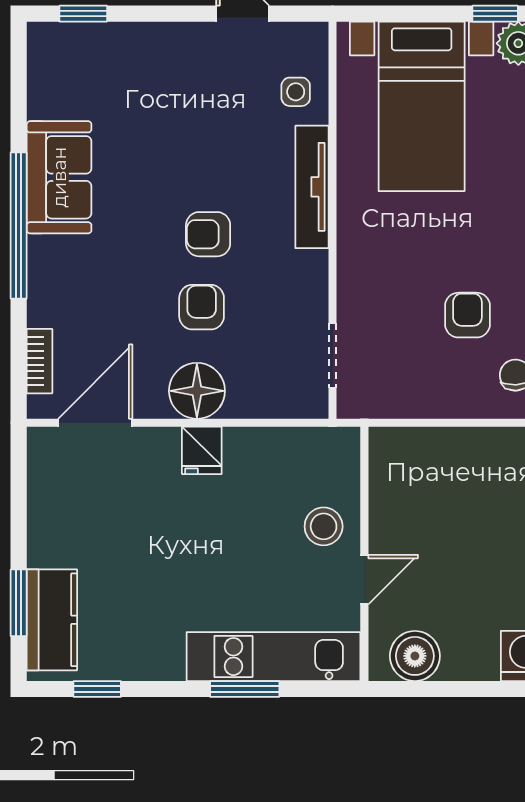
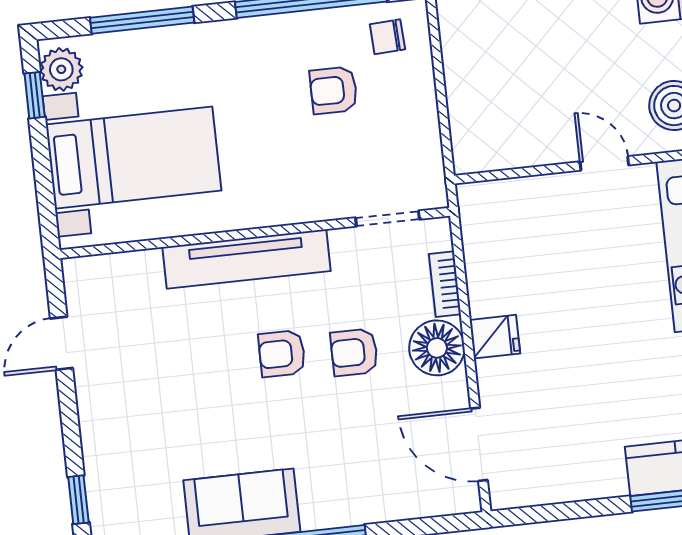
side table: (296, 92) -> (133, 283), removed
tv unit: (312, 187) -> (247, 259), width x1.36, depth x1.29
armchair: (208, 234) -> (282, 354), turned 90
bookcase: (39, 361) -> (445, 284), moved, turned -90
stool: (324, 526) -> (557, 209), removed

